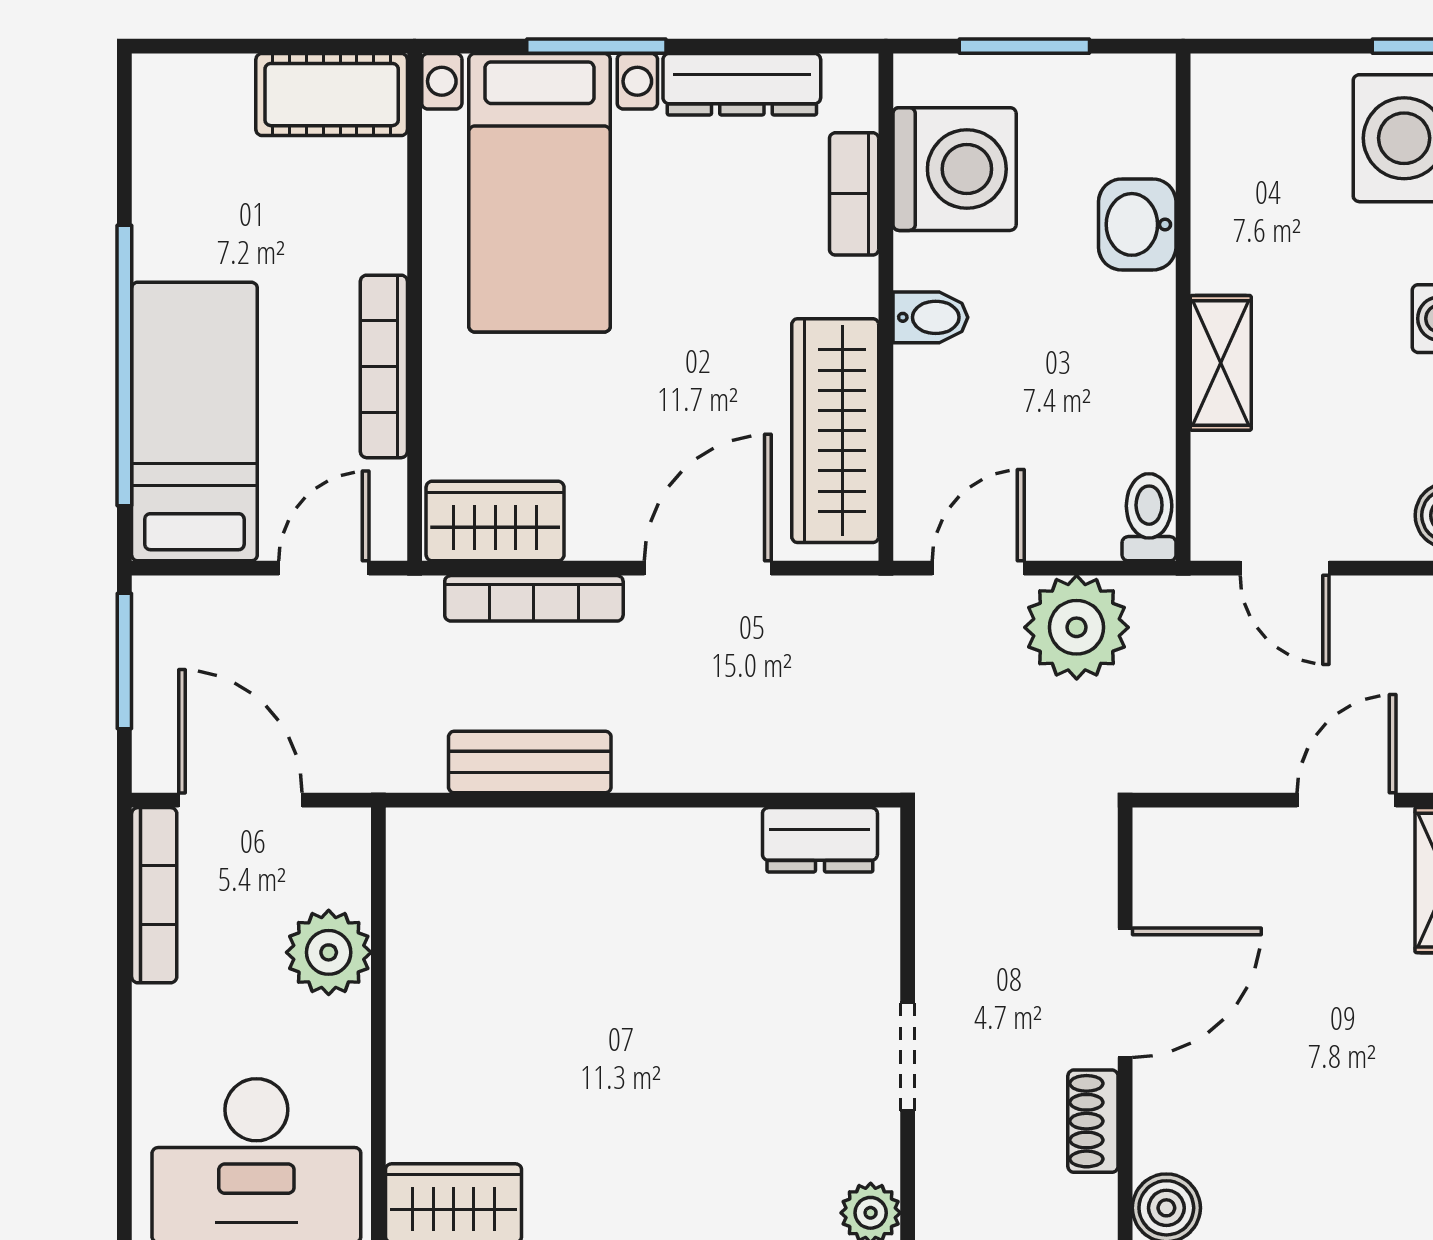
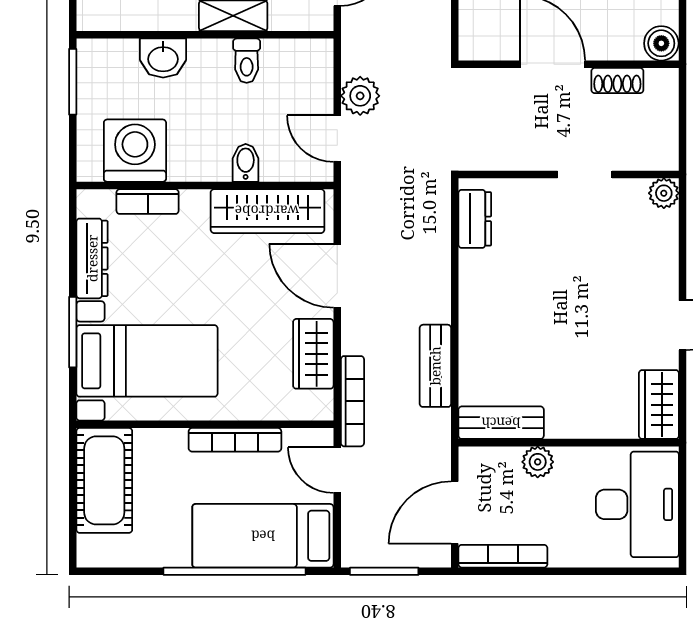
window: (1024, 46) -> (73, 82), moved
cot: (332, 95) -> (104, 480), width x1.37, depth x1.34
bidet: (930, 317) -> (246, 163), moved
toilet: (1149, 517) -> (247, 61), moved, turned -90
wardrobe: (495, 521) -> (313, 354), moved
bookcase: (534, 598) -> (352, 401), moved
plant: (1077, 627) -> (360, 96), width x0.73, depth x0.73
bench: (418, 892) -> (501, 423), added
plant: (329, 952) -> (538, 462), width x0.73, depth x0.73

